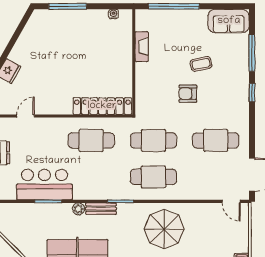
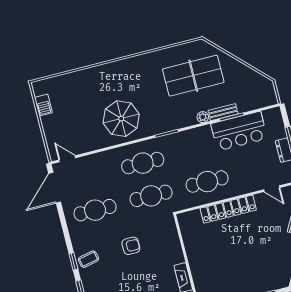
coffee table: (201, 64) -> (88, 259), moved
locker: (102, 106) -> (228, 209), moved
door: (26, 116) -> (272, 189), hinge flipped
bench: (101, 209) -> (223, 112), moved

